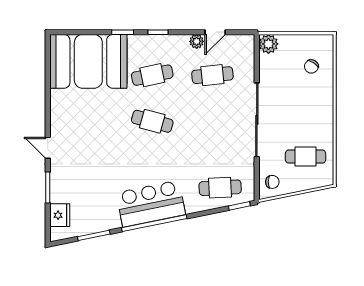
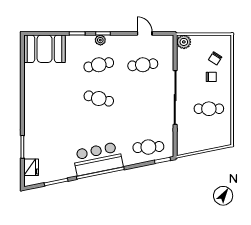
door: (215, 32) -> (145, 33), swing flipped
plant: (197, 41) -> (100, 40), moved
booth: (88, 61) -> (45, 49), width x0.73, depth x0.70
door: (48, 148) -> (22, 118), removed
cafe table: (306, 157) -> (209, 109), moved
chair: (272, 182) -> (211, 77), moved

